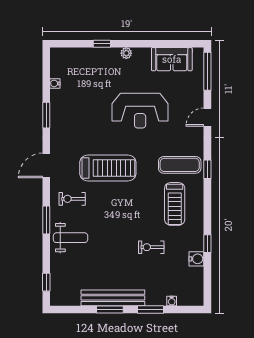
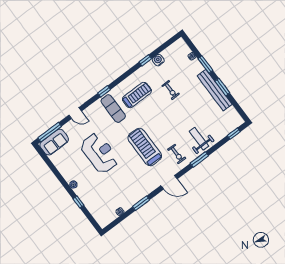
sofa: (172, 59) -> (54, 142), moved, turned 90

